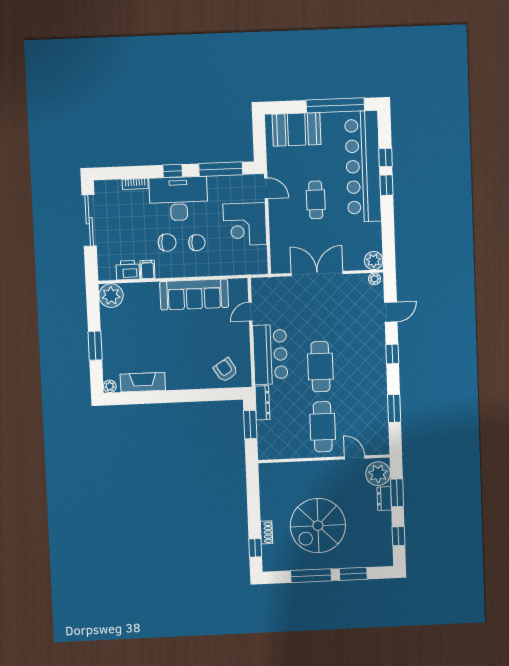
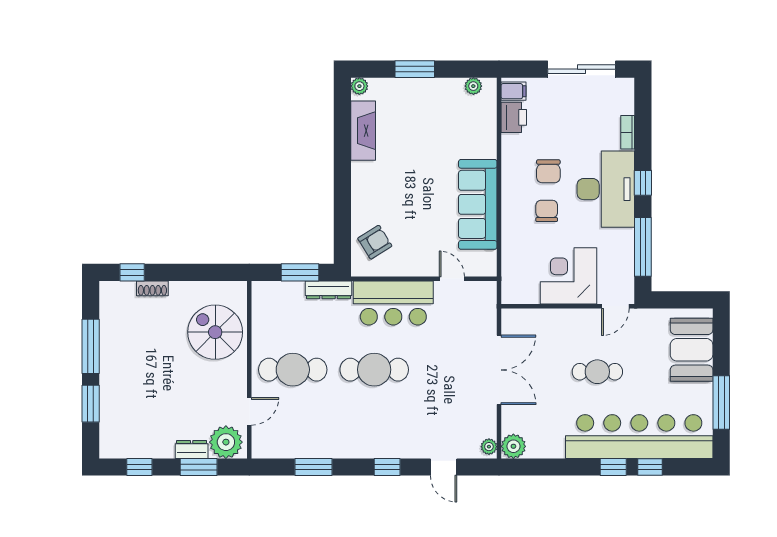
window: (335, 105) -> (721, 403), width x0.68
chair: (197, 243) -> (547, 211), turned 180
filing cabinet: (147, 270) -> (514, 91), moved
plant: (111, 296) -> (473, 86), width x0.53, depth x0.53
spiral stairs: (318, 526) -> (215, 332), moved, width x0.73, depth x0.73

